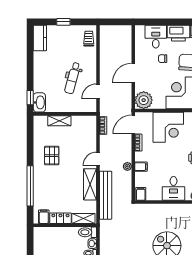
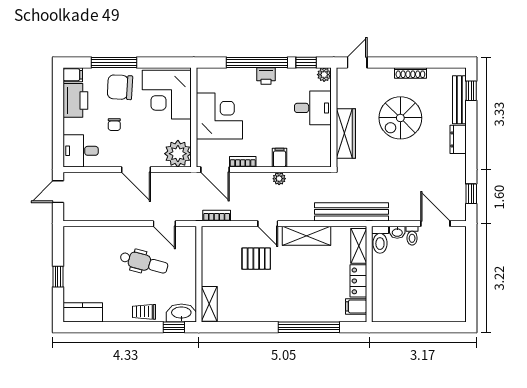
door: (119, 22) -> (58, 192), added
desk: (156, 37) -> (81, 151), moved
trolley: (89, 39) -> (144, 312), moved
shelving: (59, 121) -> (209, 304), moved
pallet: (52, 156) -> (256, 259), moved
filing cabinet: (141, 194) -> (321, 158), removed
bench: (106, 195) -> (351, 212), moved
wardrobe: (157, 210) -> (346, 133), added

